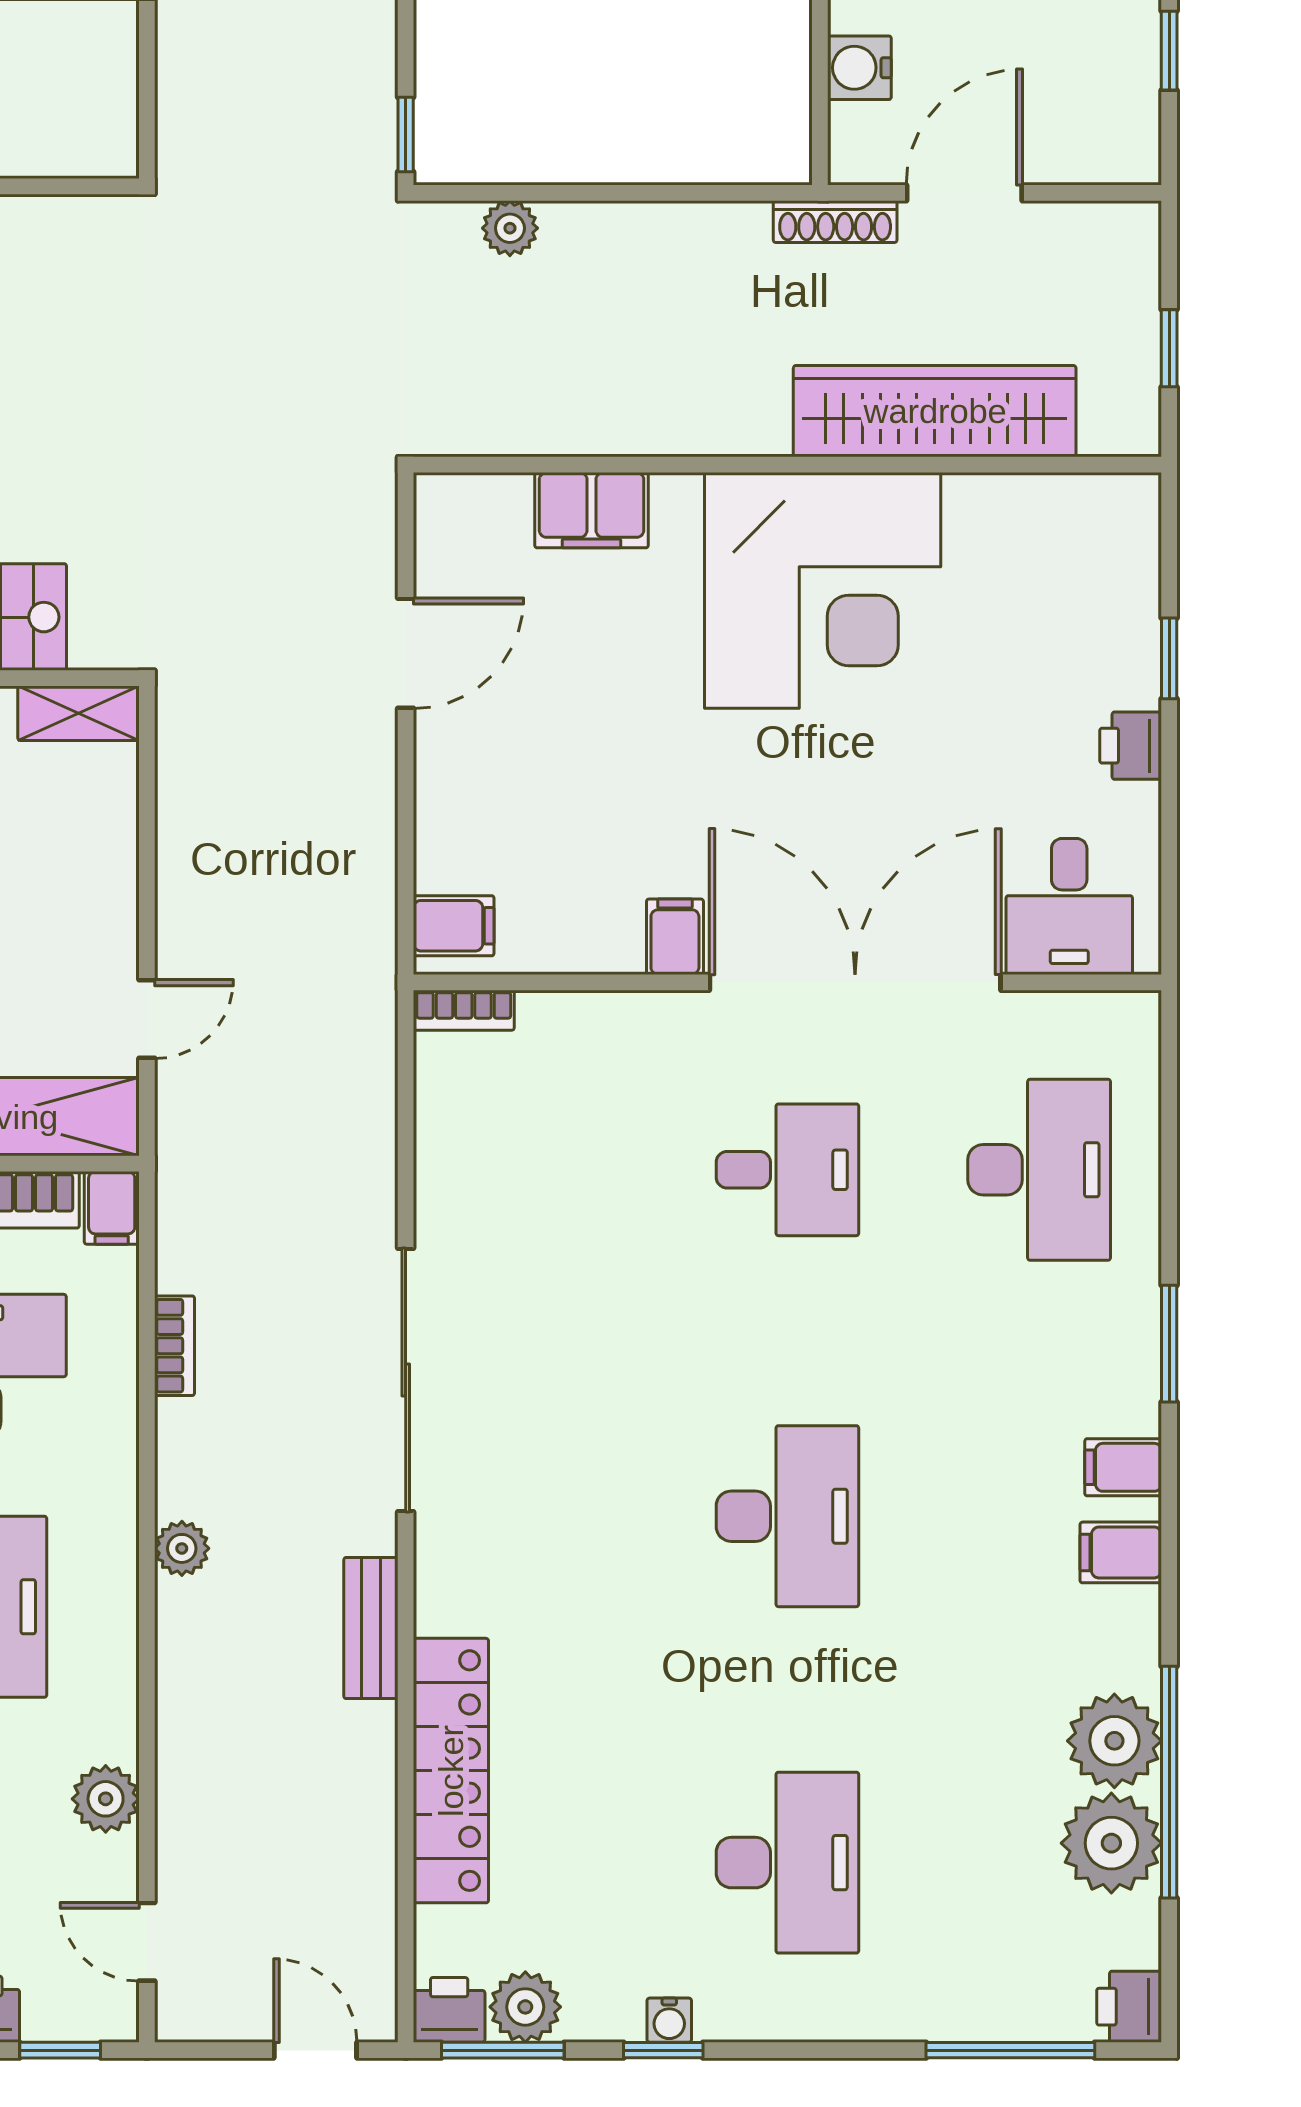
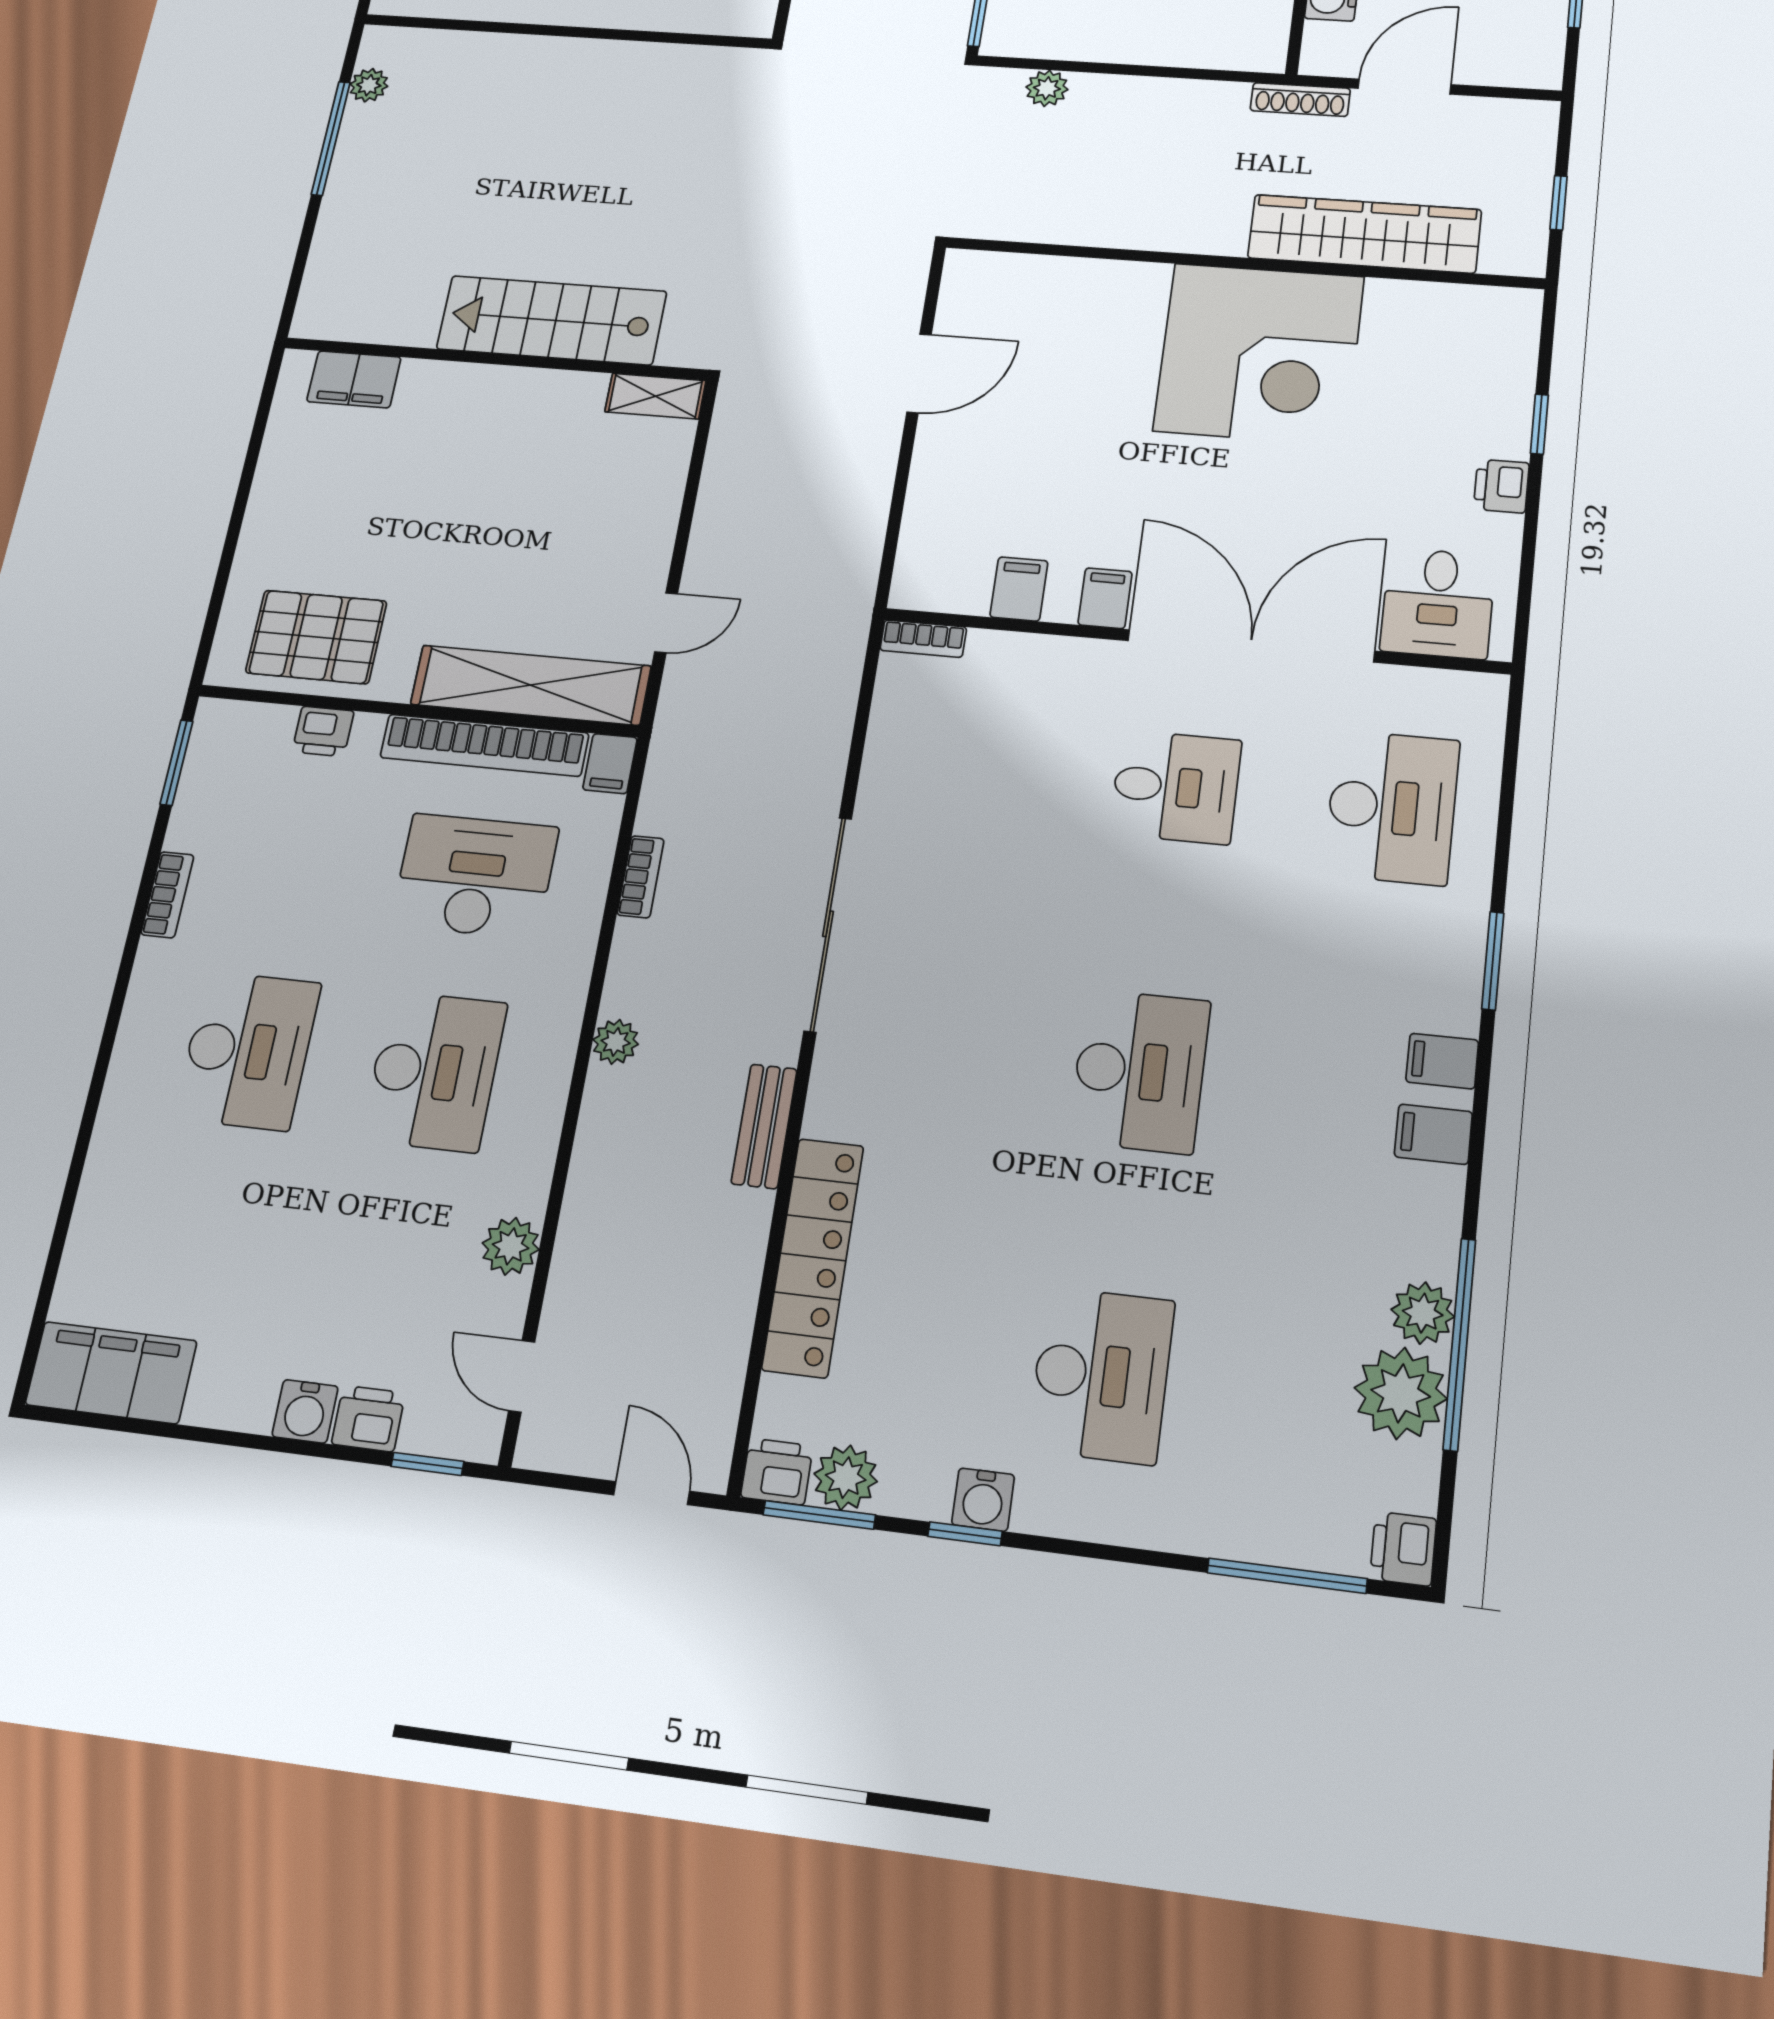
filing cabinet: (592, 510) -> (1082, 284), removed
filing cabinet: (454, 926) -> (1019, 589), moved, turned -90
plant: (1114, 1741) -> (1423, 1313), width x0.73, depth x0.73
water cooler: (669, 2020) -> (983, 1500), width x1.38, depth x1.38

